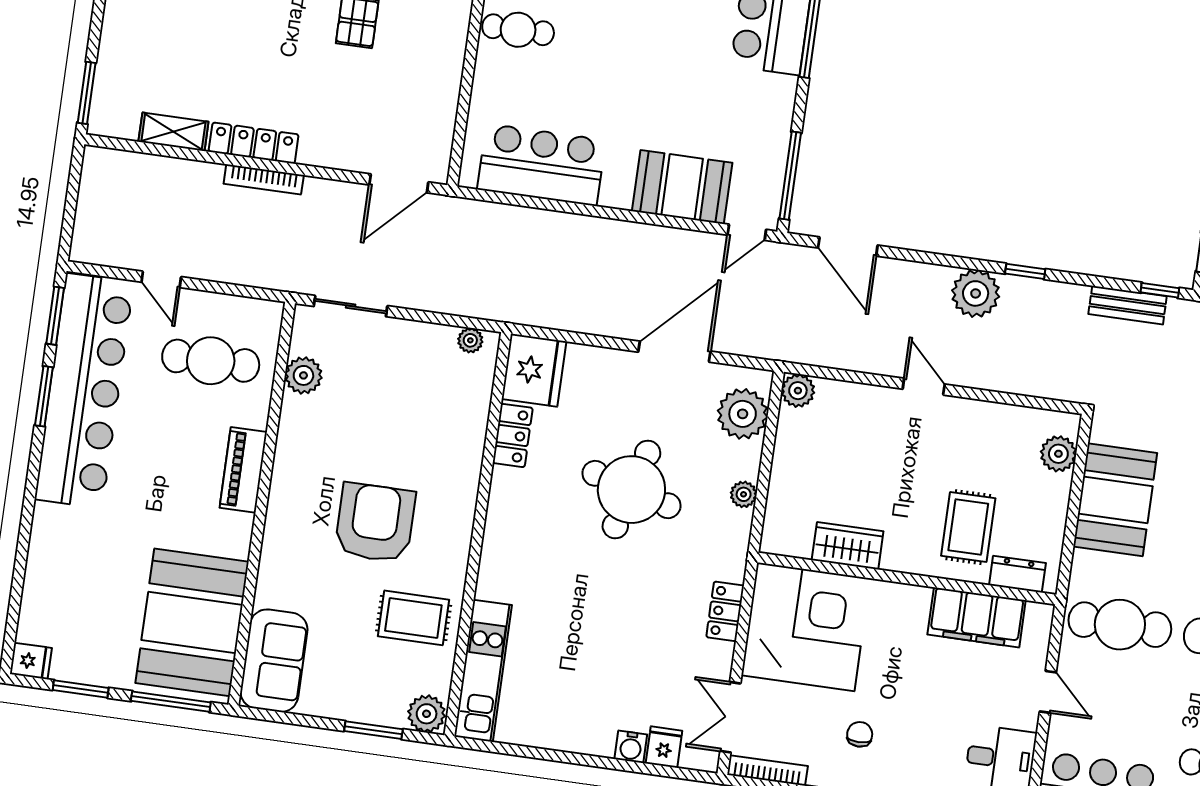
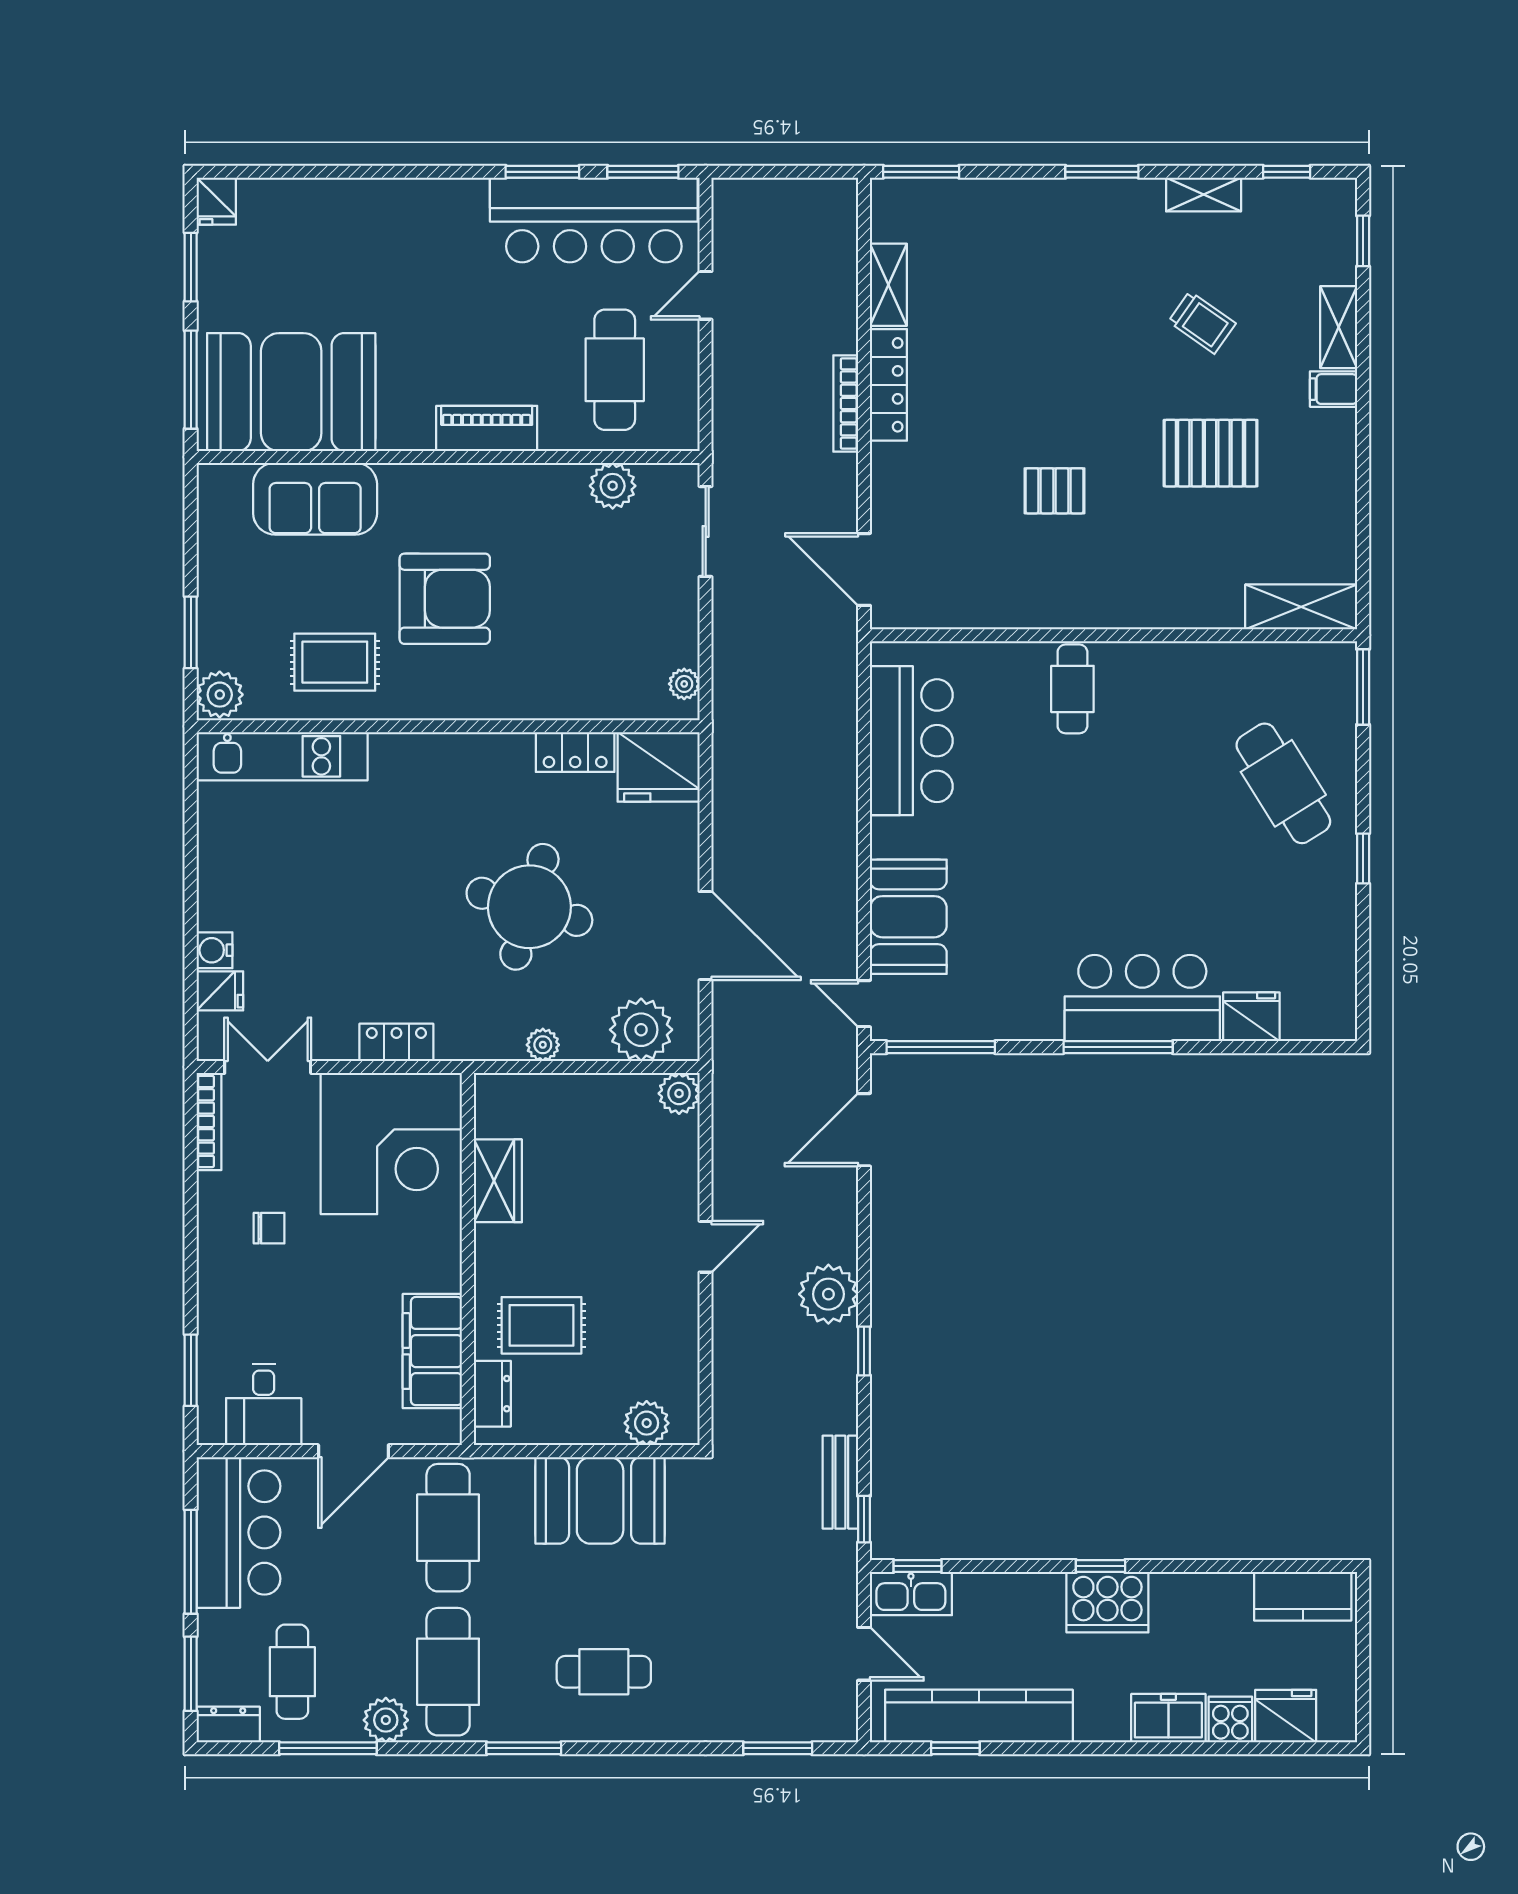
bar counter: (84, 391) -> (594, 220), width x0.73
rug: (413, 618) -> (335, 662), turned 90
sofa: (274, 661) -> (315, 499), moved
door: (1048, 692) -> (353, 1451), width x1.38

